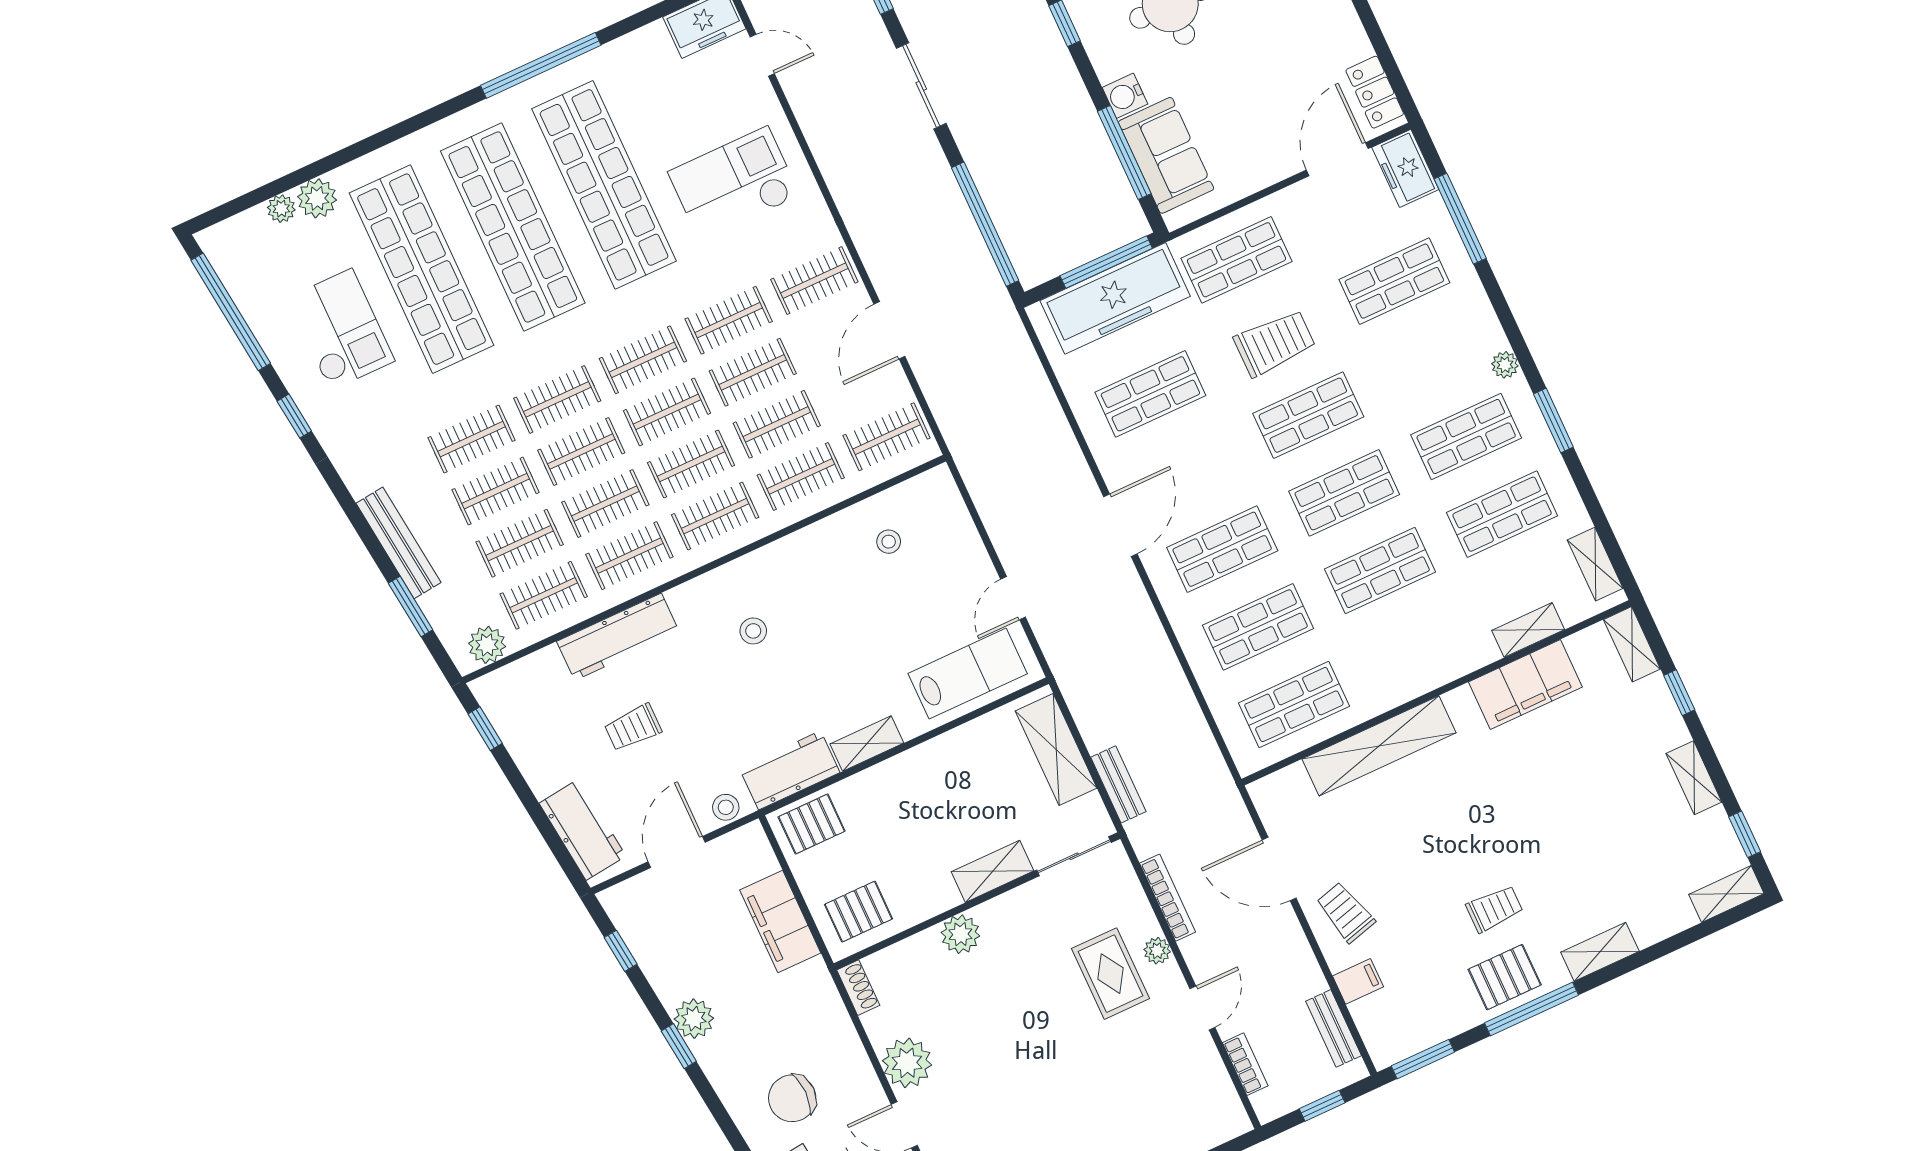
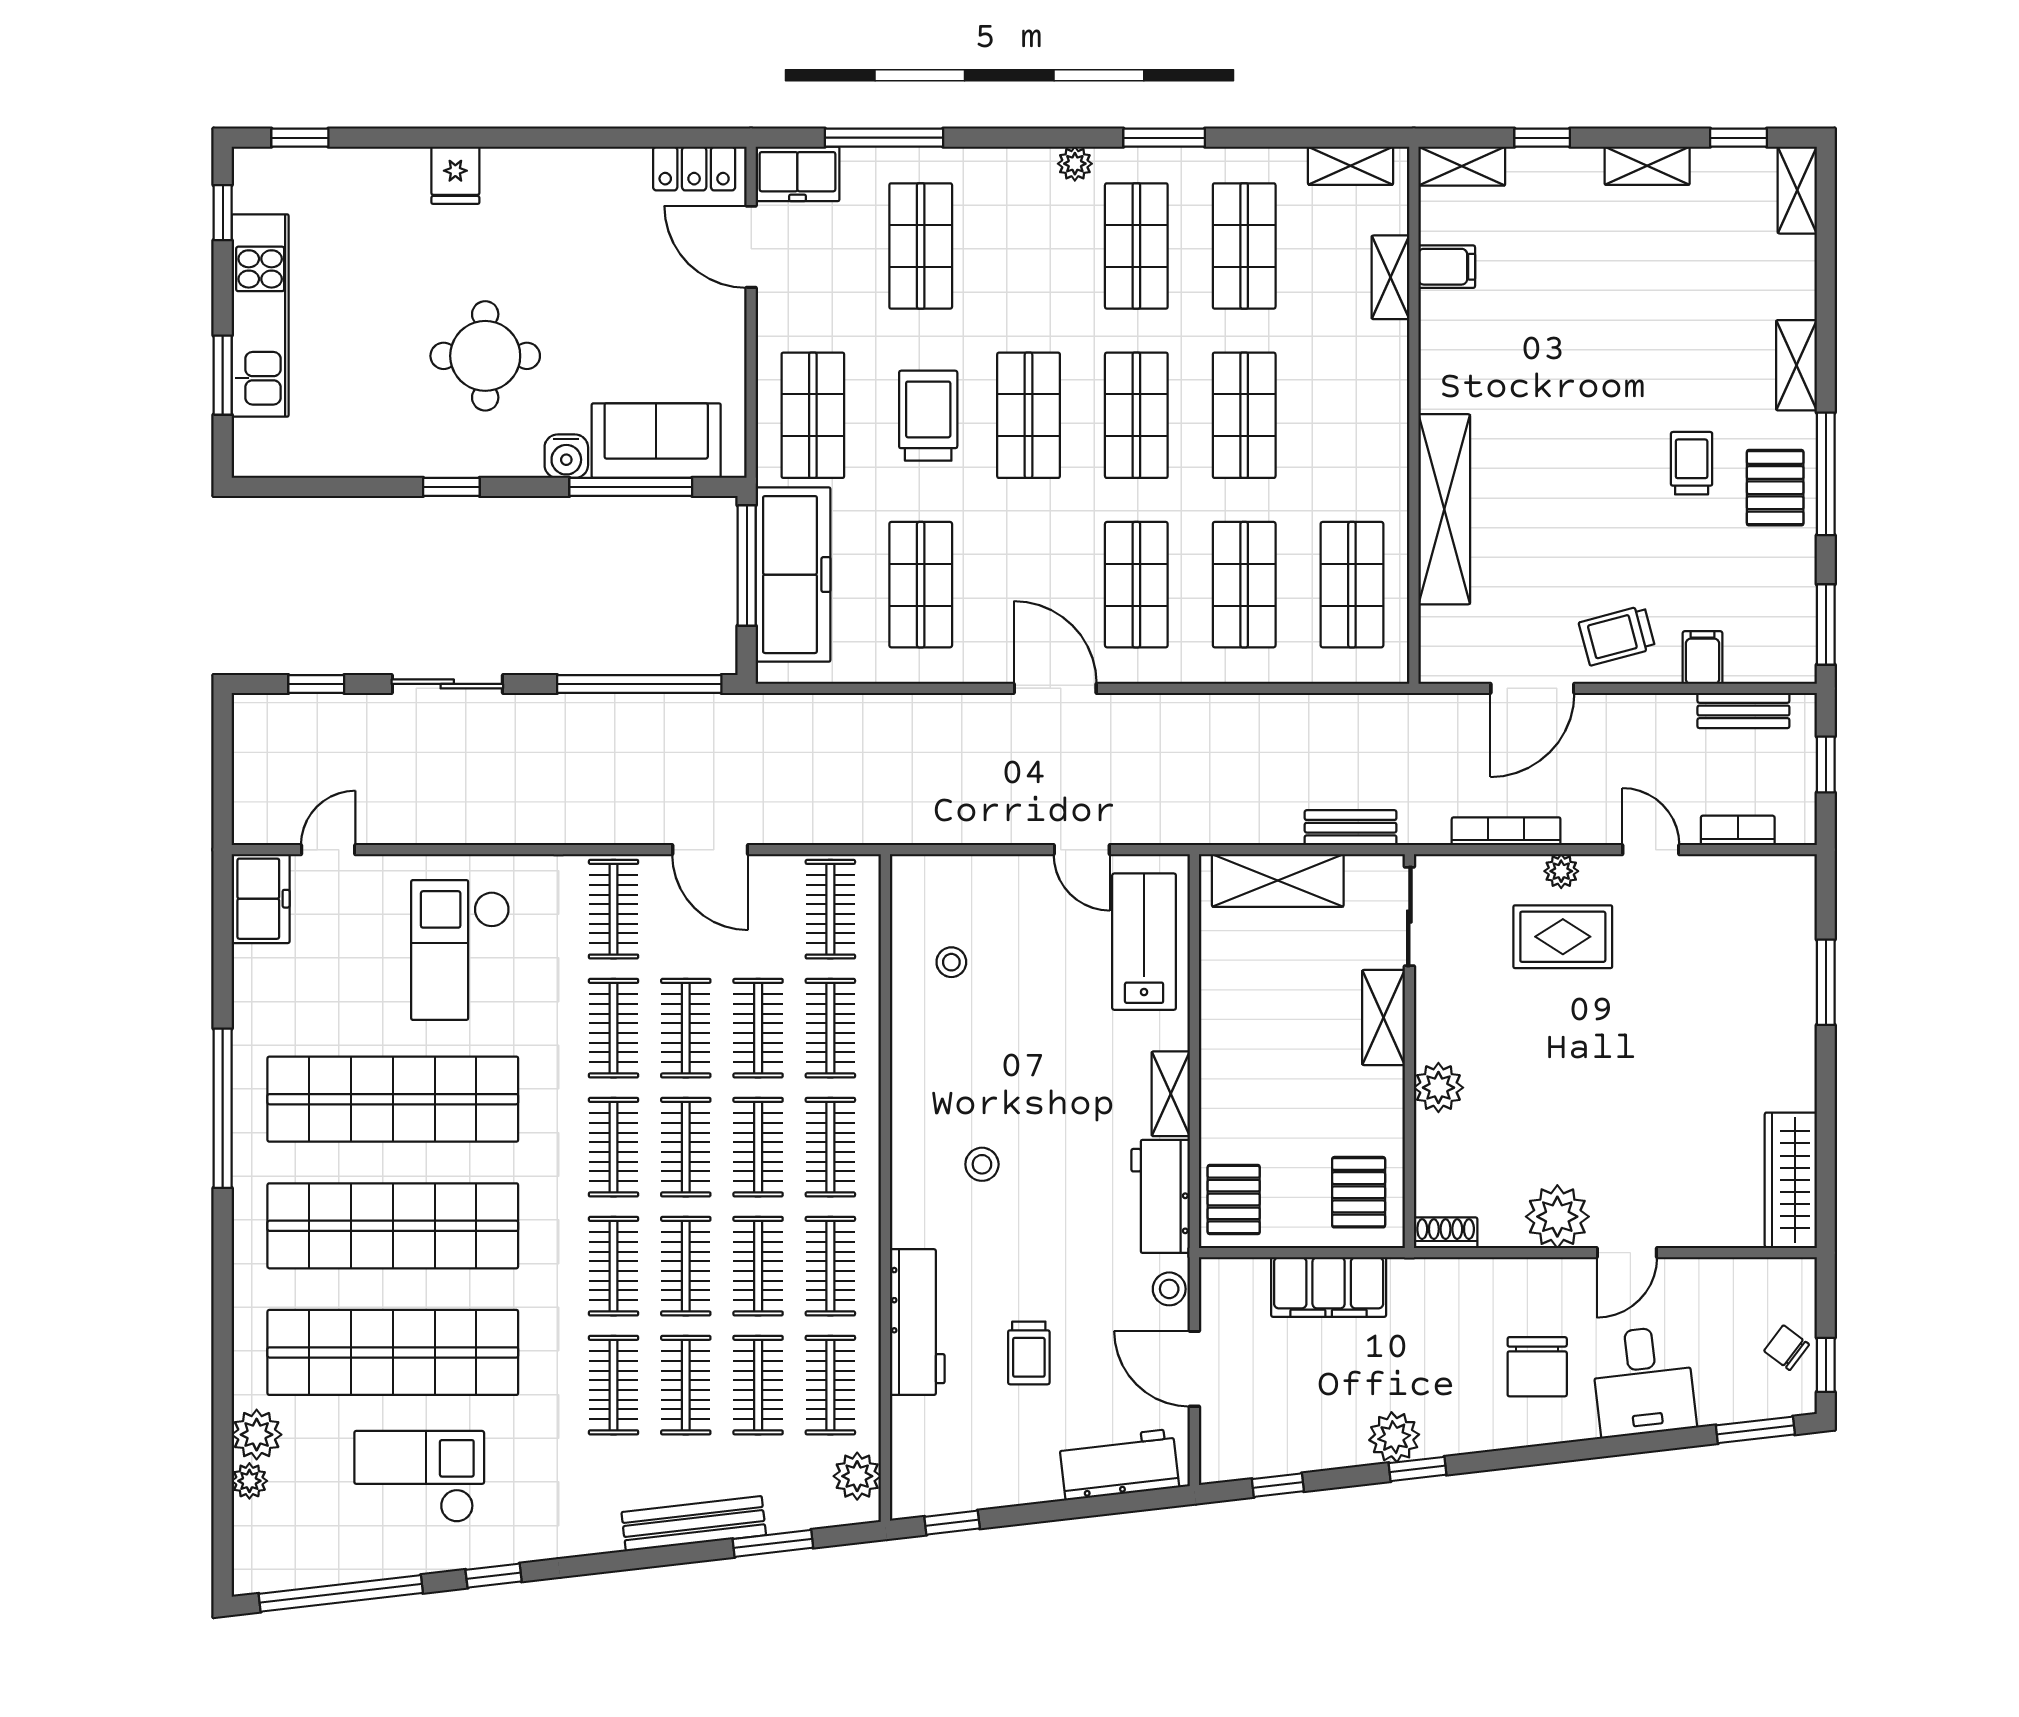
filing cabinet: (1525, 684) -> (1447, 267), width x0.33, depth x0.86

